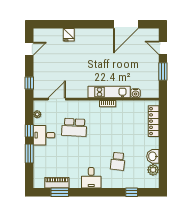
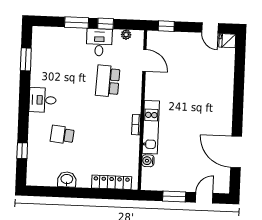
fridge: (69, 35) -> (227, 41), moved
plant: (153, 170) -> (50, 179), removed
piano: (57, 183) -> (38, 56), removed

